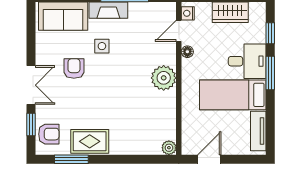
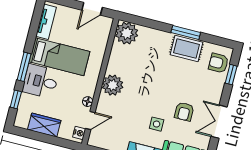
double door: (31, 85) -> (219, 122), moved
plant: (169, 148) -> (127, 33), width x1.88, depth x1.88
window: (71, 159) -> (186, 33), moved

